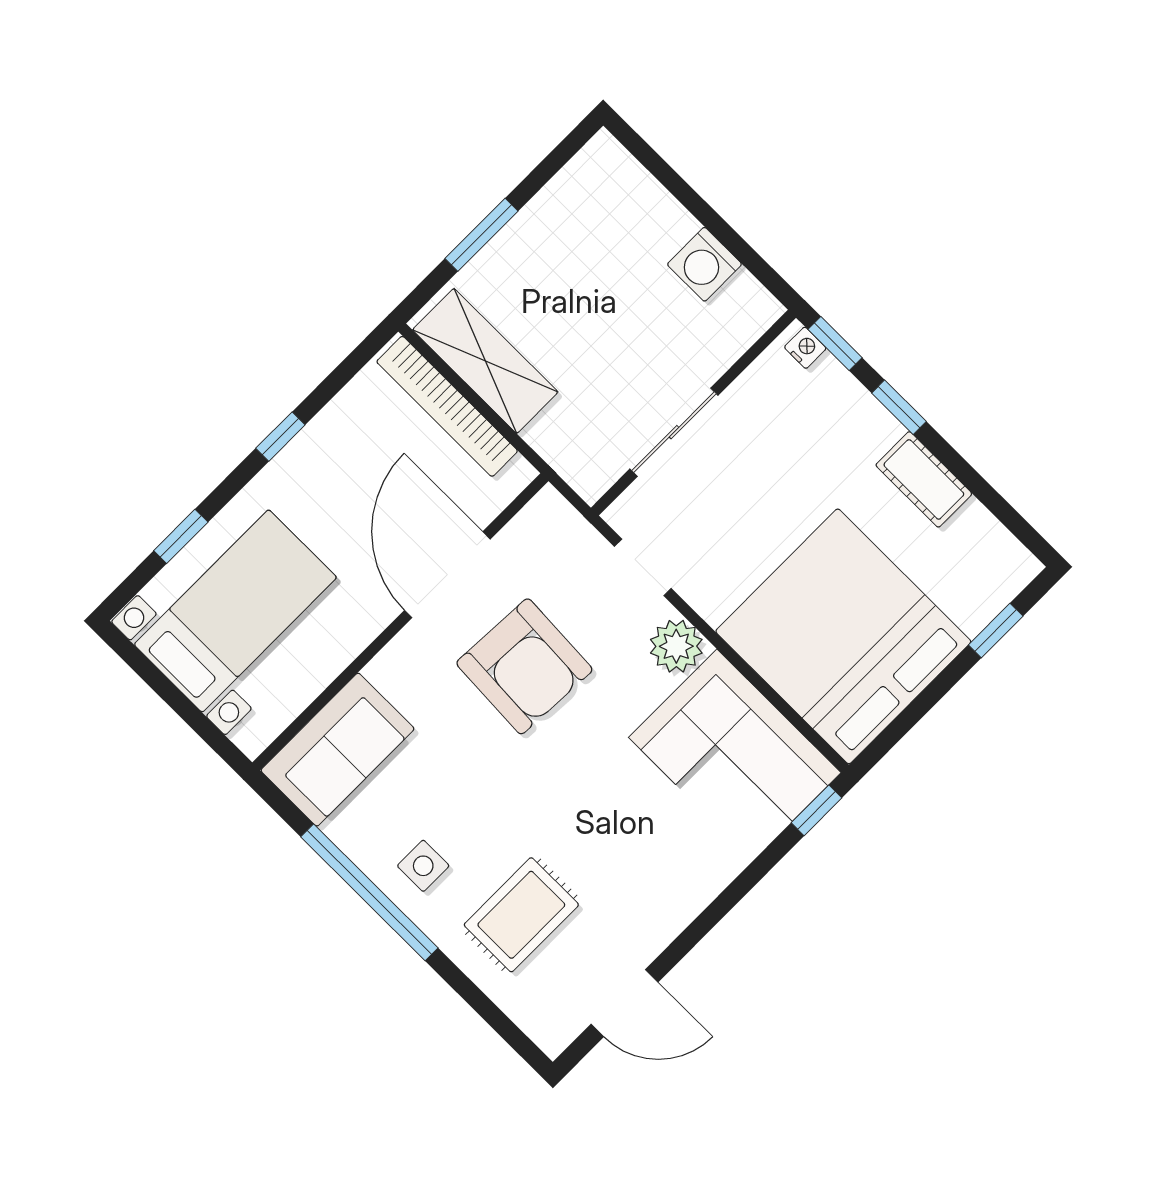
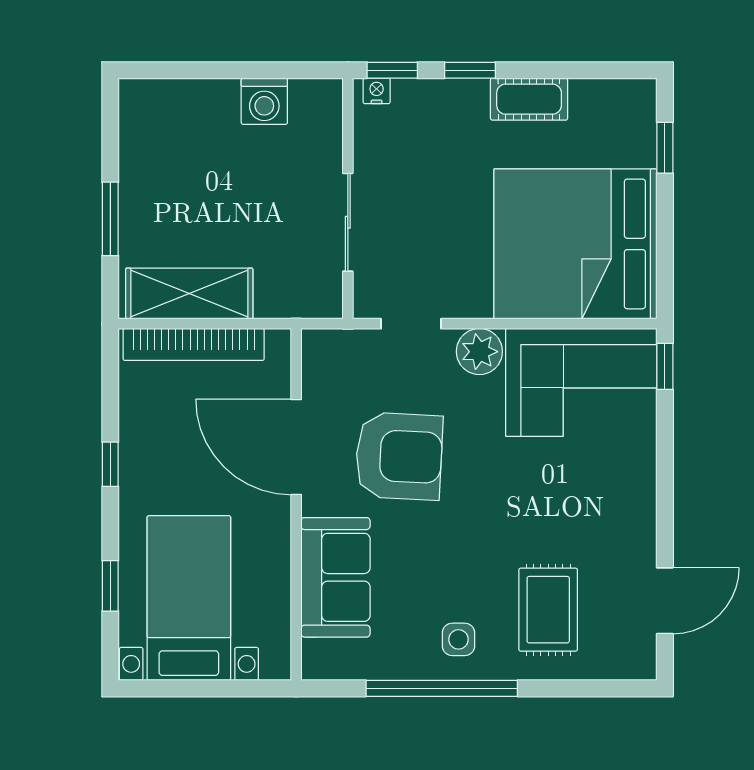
sofa: (338, 750) -> (336, 577), moved

